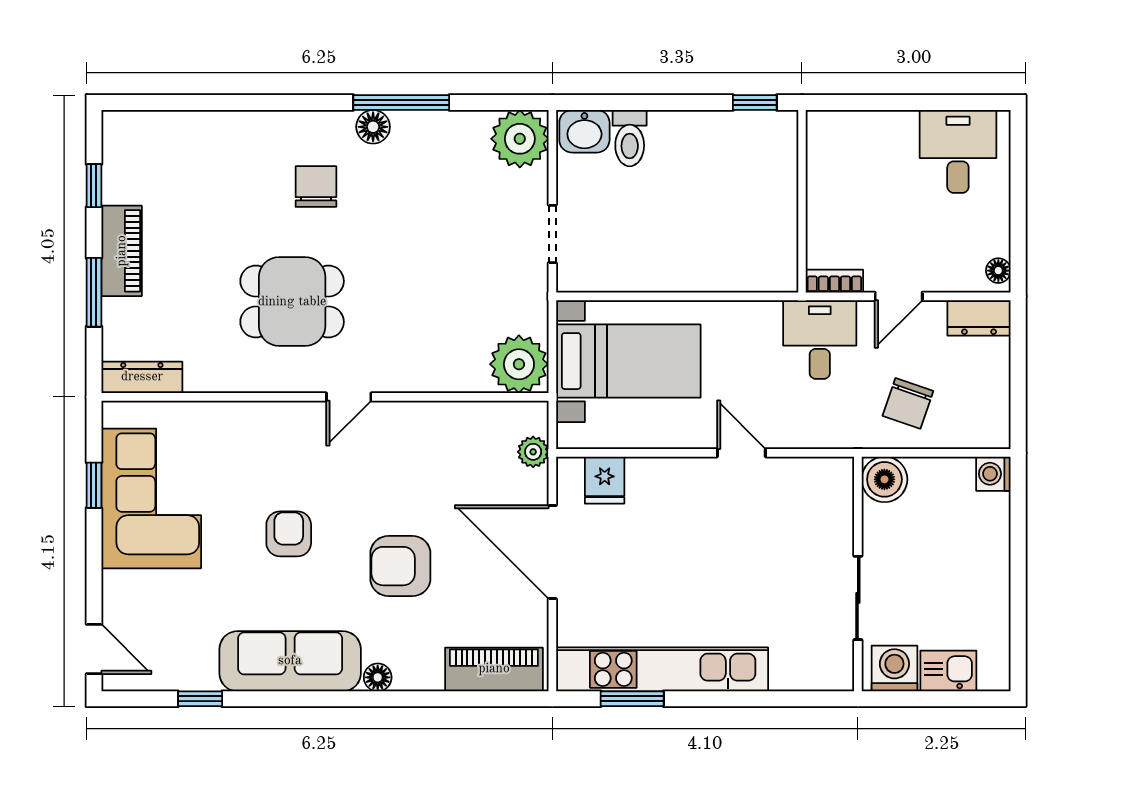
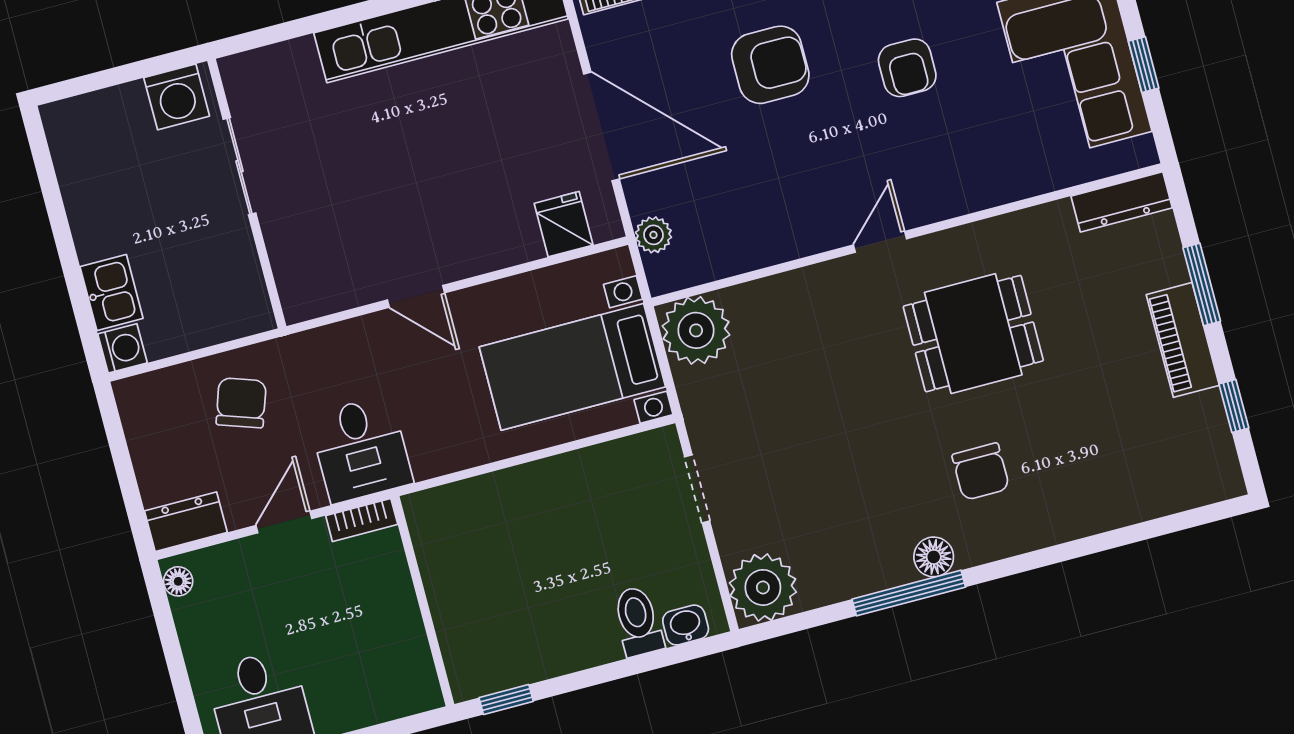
washbasin: (584, 131) -> (686, 625), width x0.72, depth x0.69
boiler: (884, 479) -> (245, 309), removed
kitchen sink: (948, 671) -> (112, 292), moved, turned -90

